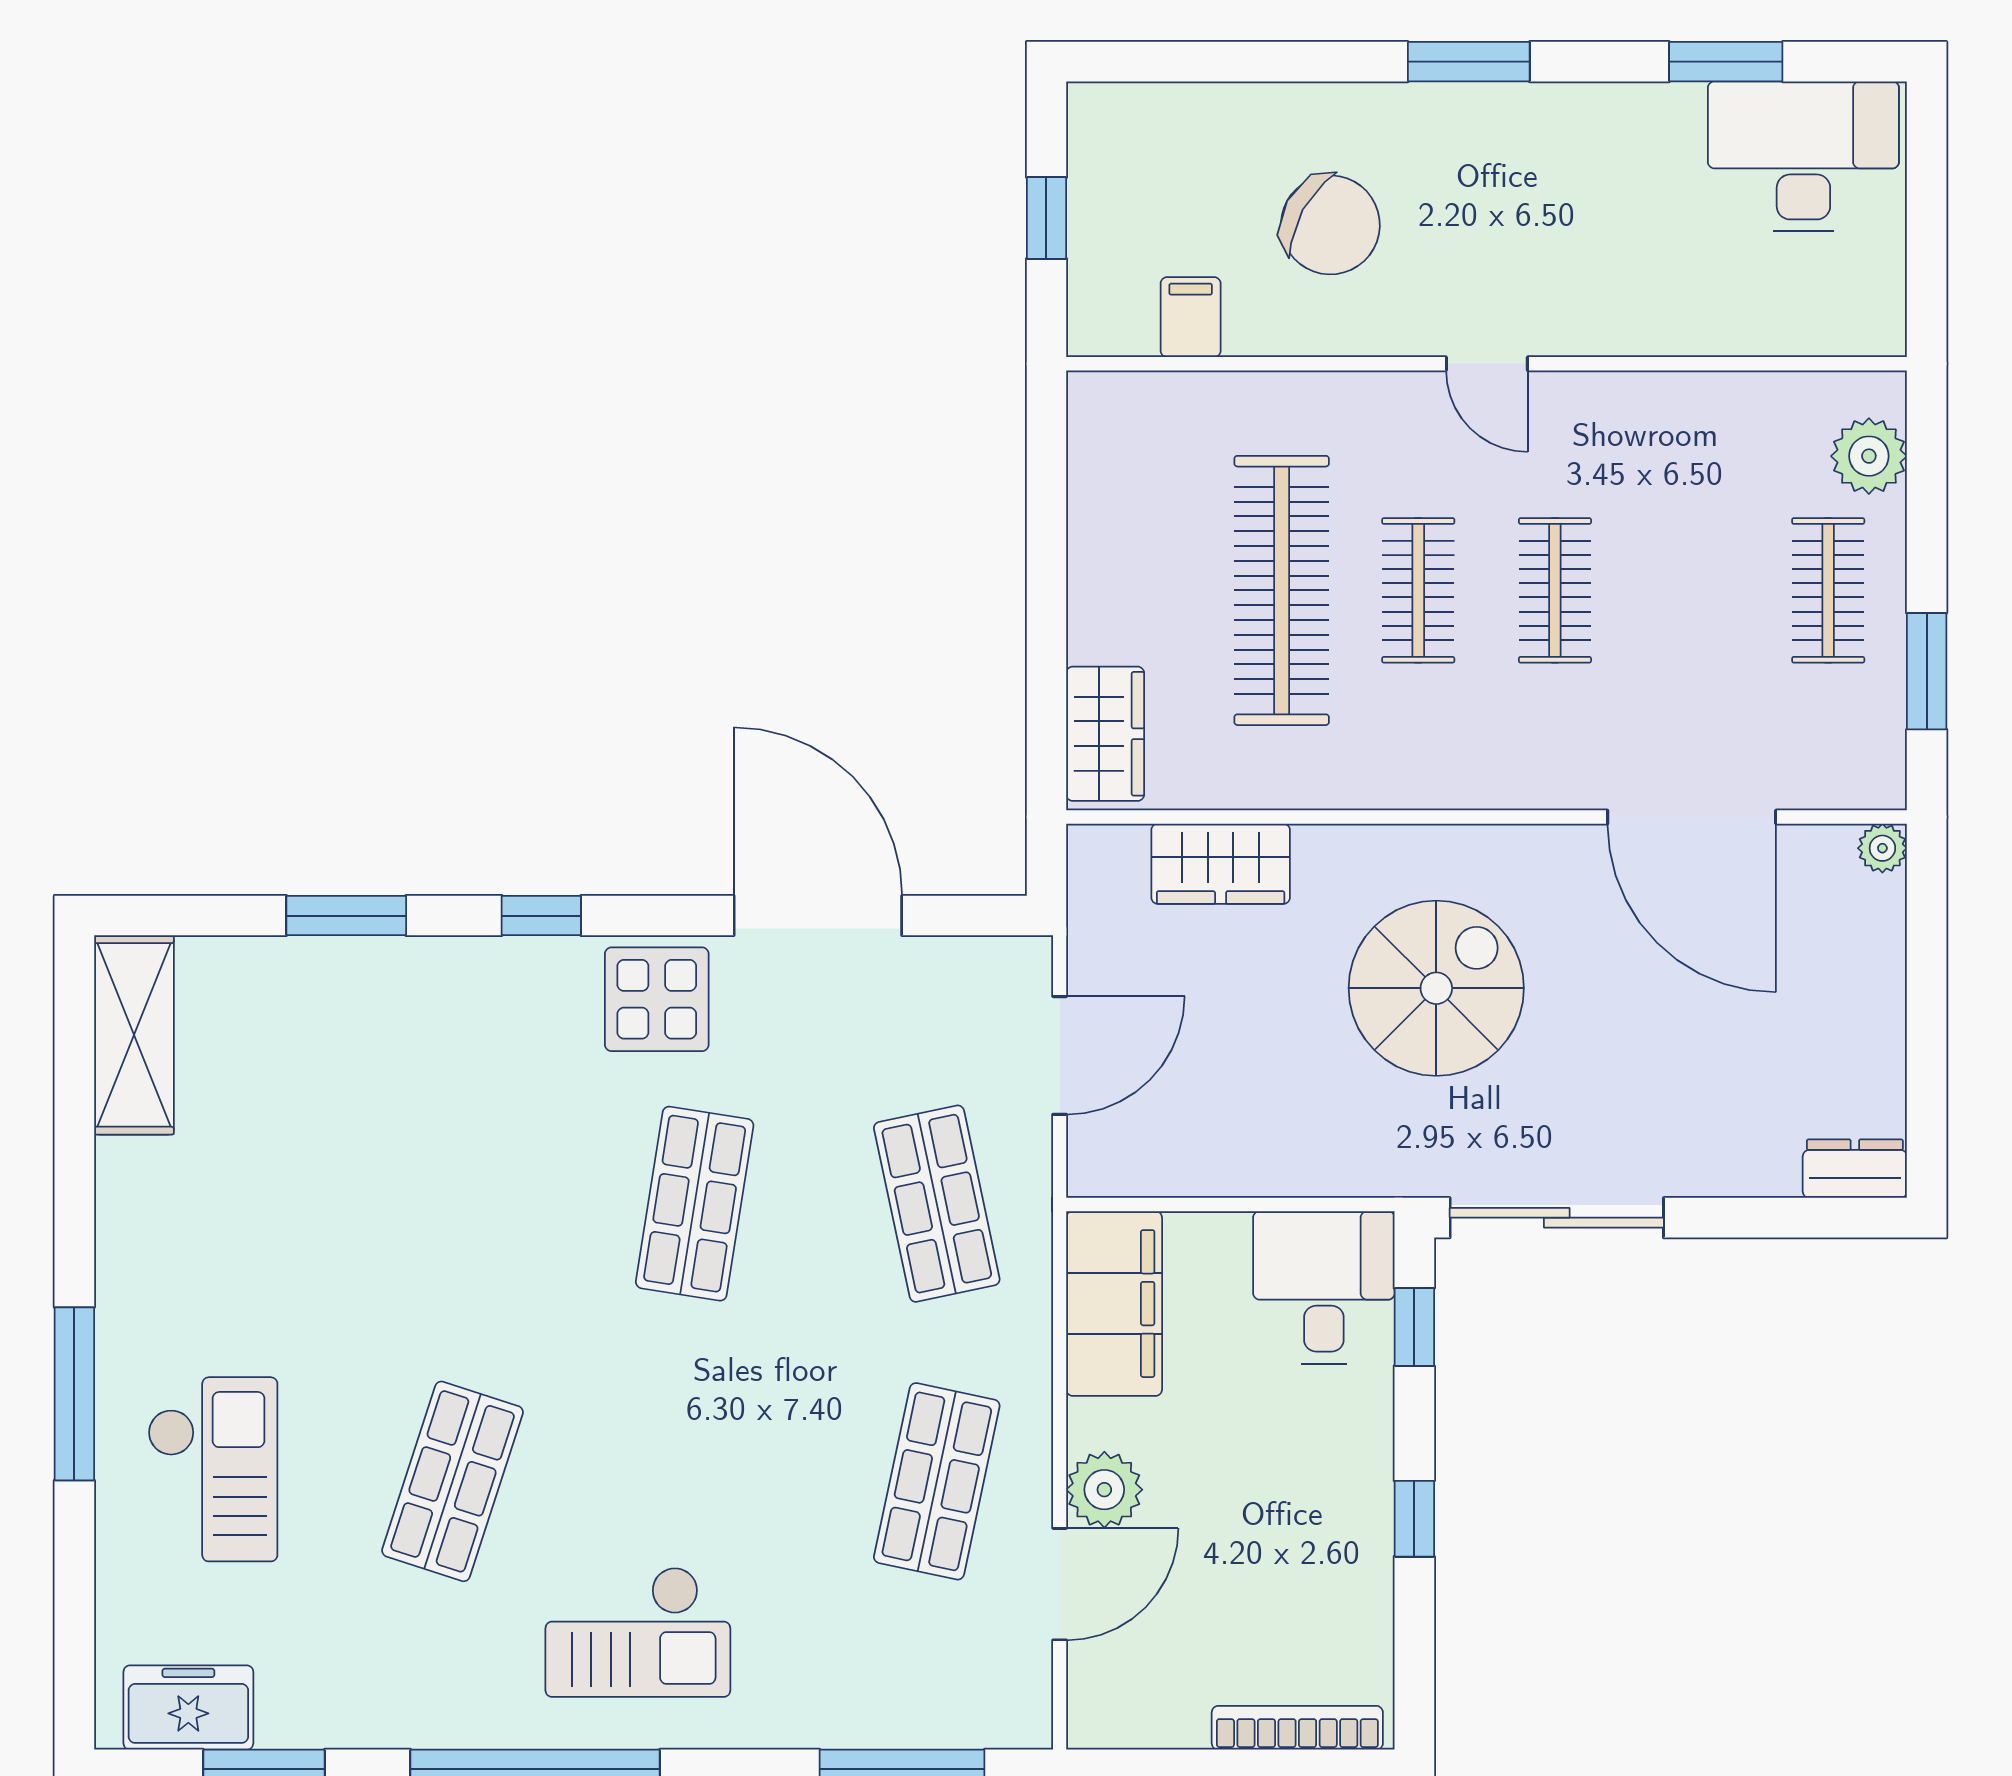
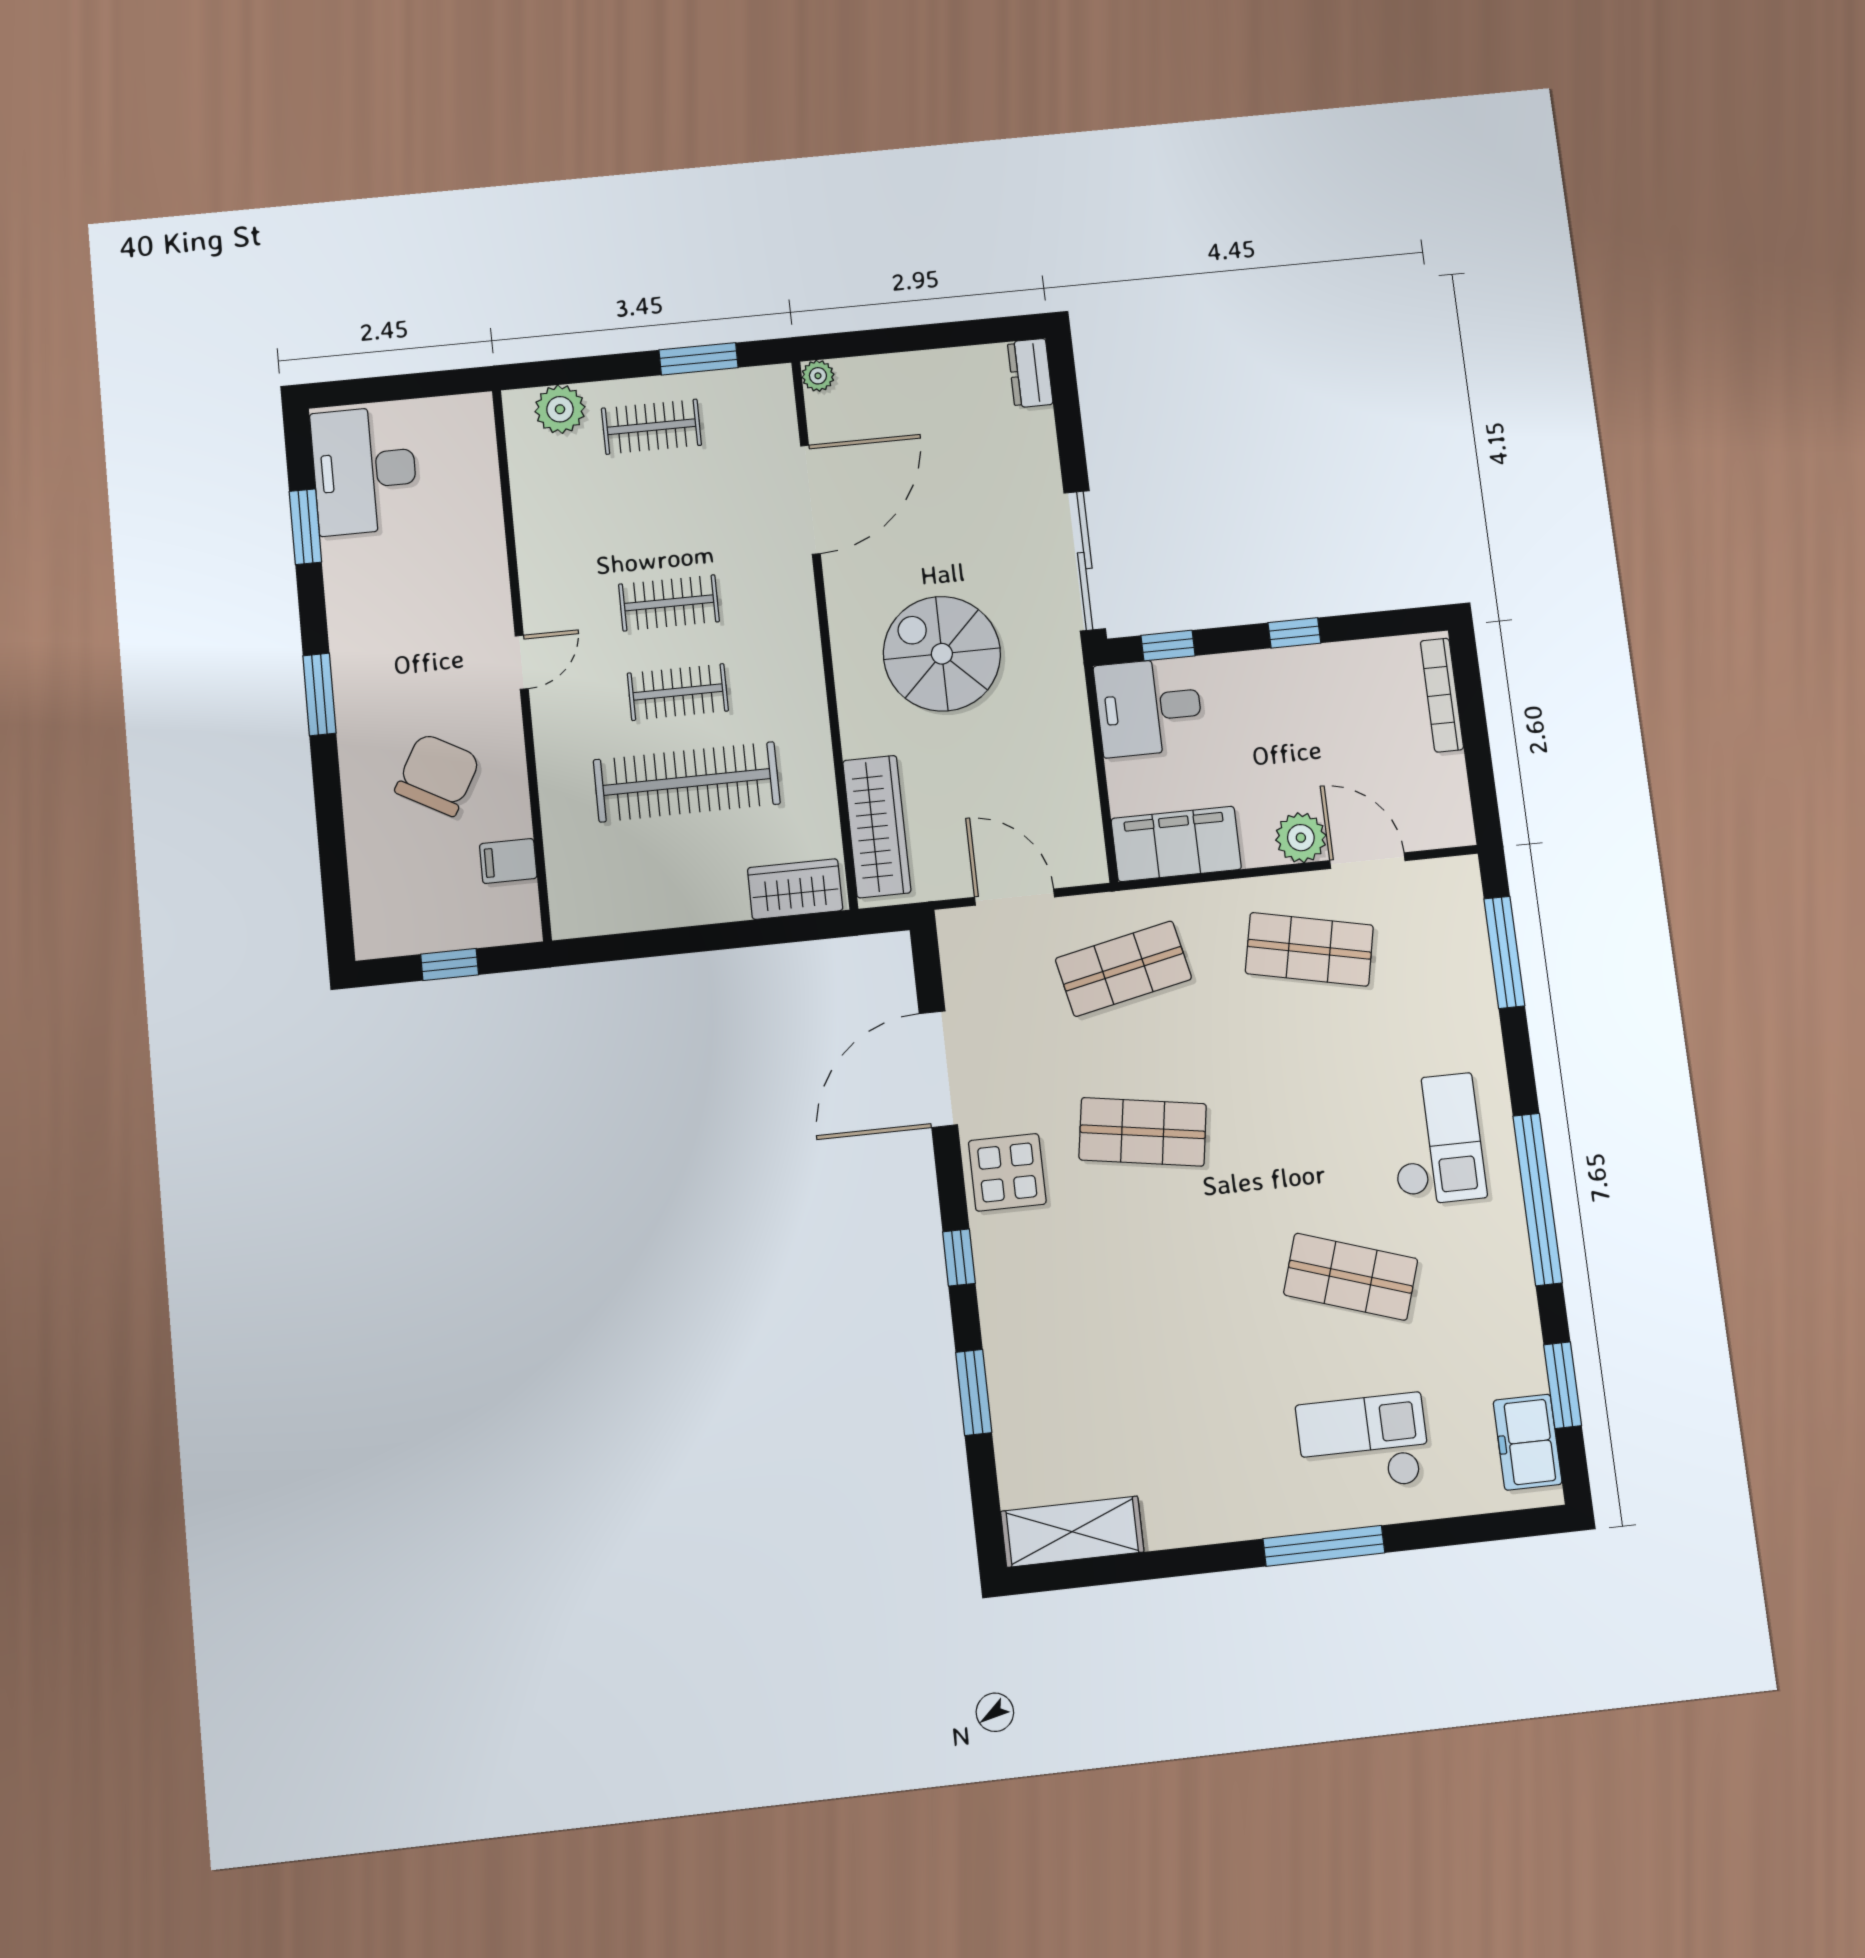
wardrobe: (1221, 864) -> (877, 827), width x1.50

